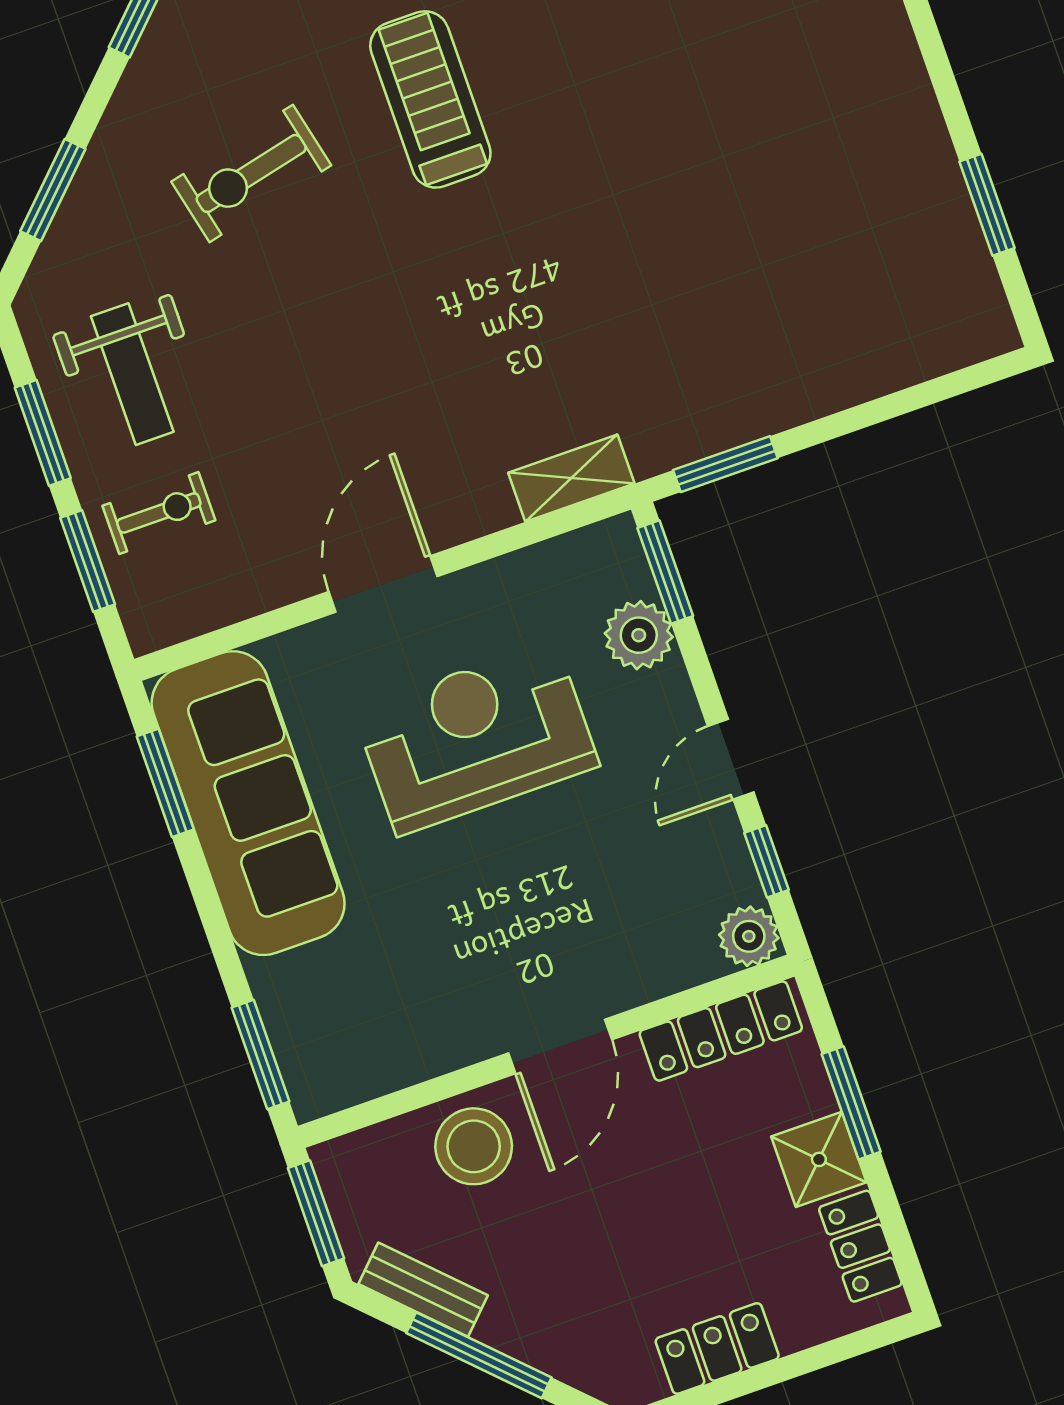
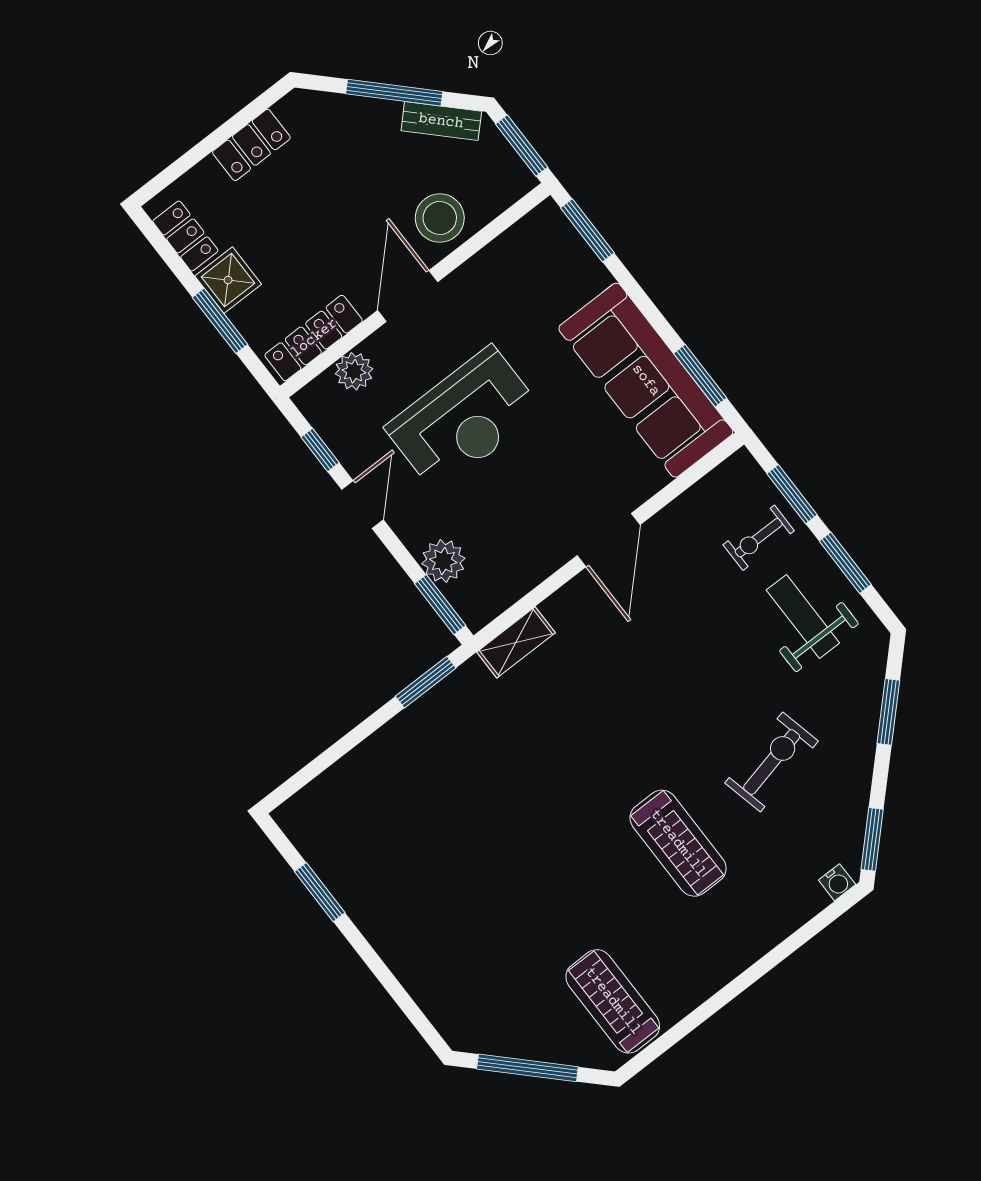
reception desk: (476, 738) -> (464, 419), moved
plant: (749, 936) -> (354, 371), moved

